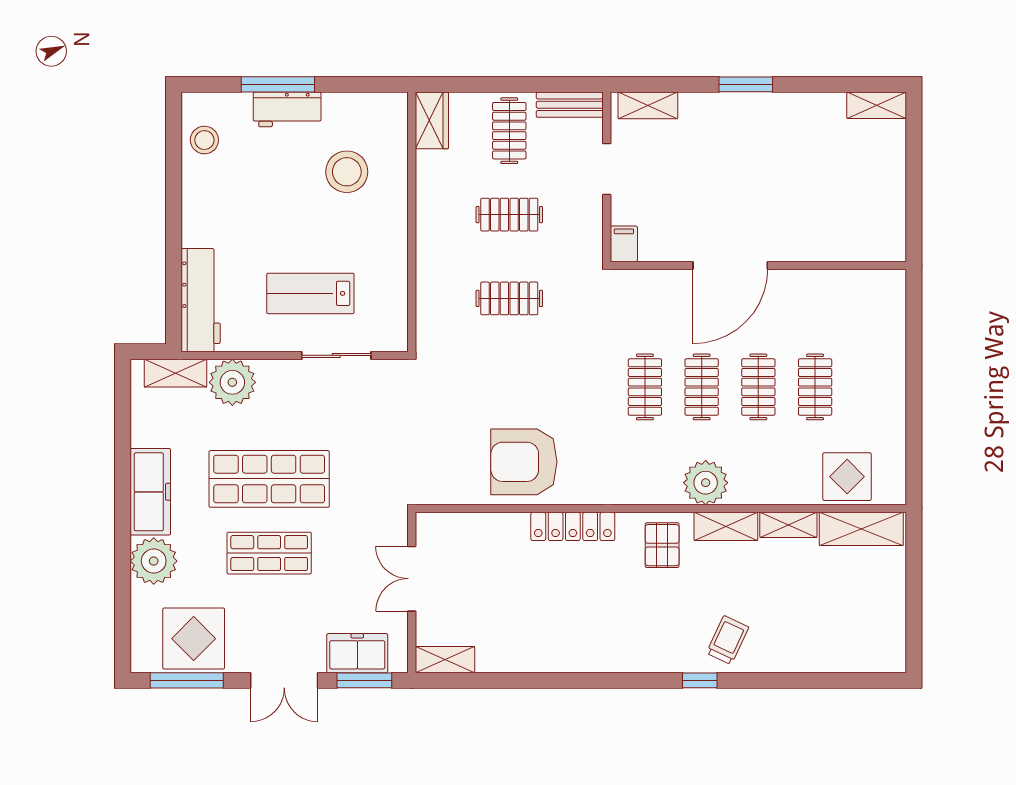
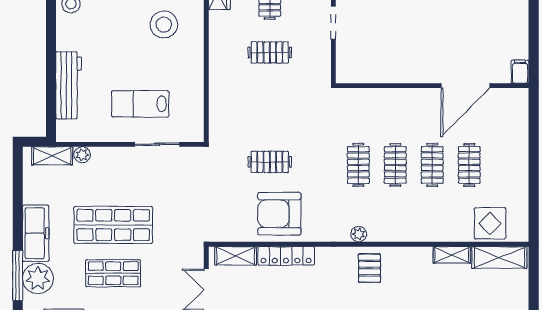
filing cabinet: (624, 244) -> (520, 72), moved
door: (730, 265) -> (465, 86), moved
clothes rail: (509, 298) -> (270, 162), moved
workbench: (201, 300) -> (69, 85), moved
plant: (232, 382) -> (82, 155), width x0.53, depth x0.53
plant: (706, 483) -> (359, 234), moved, width x0.53, depth x0.53
locker: (573, 526) -> (286, 256), moved
shelving: (726, 526) -> (236, 256), moved
window: (123, 556) -> (18, 275), added

